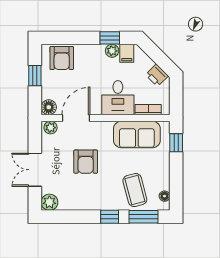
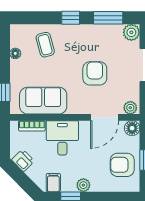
plant: (112, 51) -> (83, 185), moved
armchair: (62, 58) -> (122, 165), moved, turned -90
coffee table: (135, 190) -> (45, 45), width x0.73, depth x0.77
floor lamp: (165, 196) -> (15, 53), moved
window: (144, 217) -> (108, 18), moved

